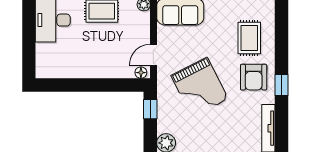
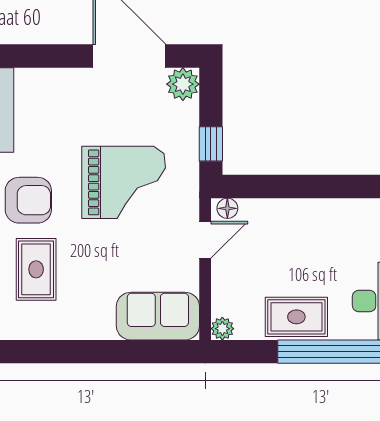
armchair: (254, 77) -> (28, 200), turned 90
grand piano: (200, 87) -> (124, 182), turned 117

